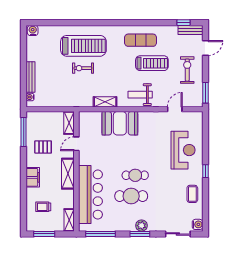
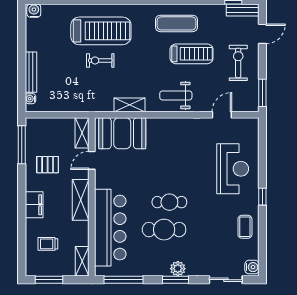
booth: (120, 123) -> (122, 133), moved

